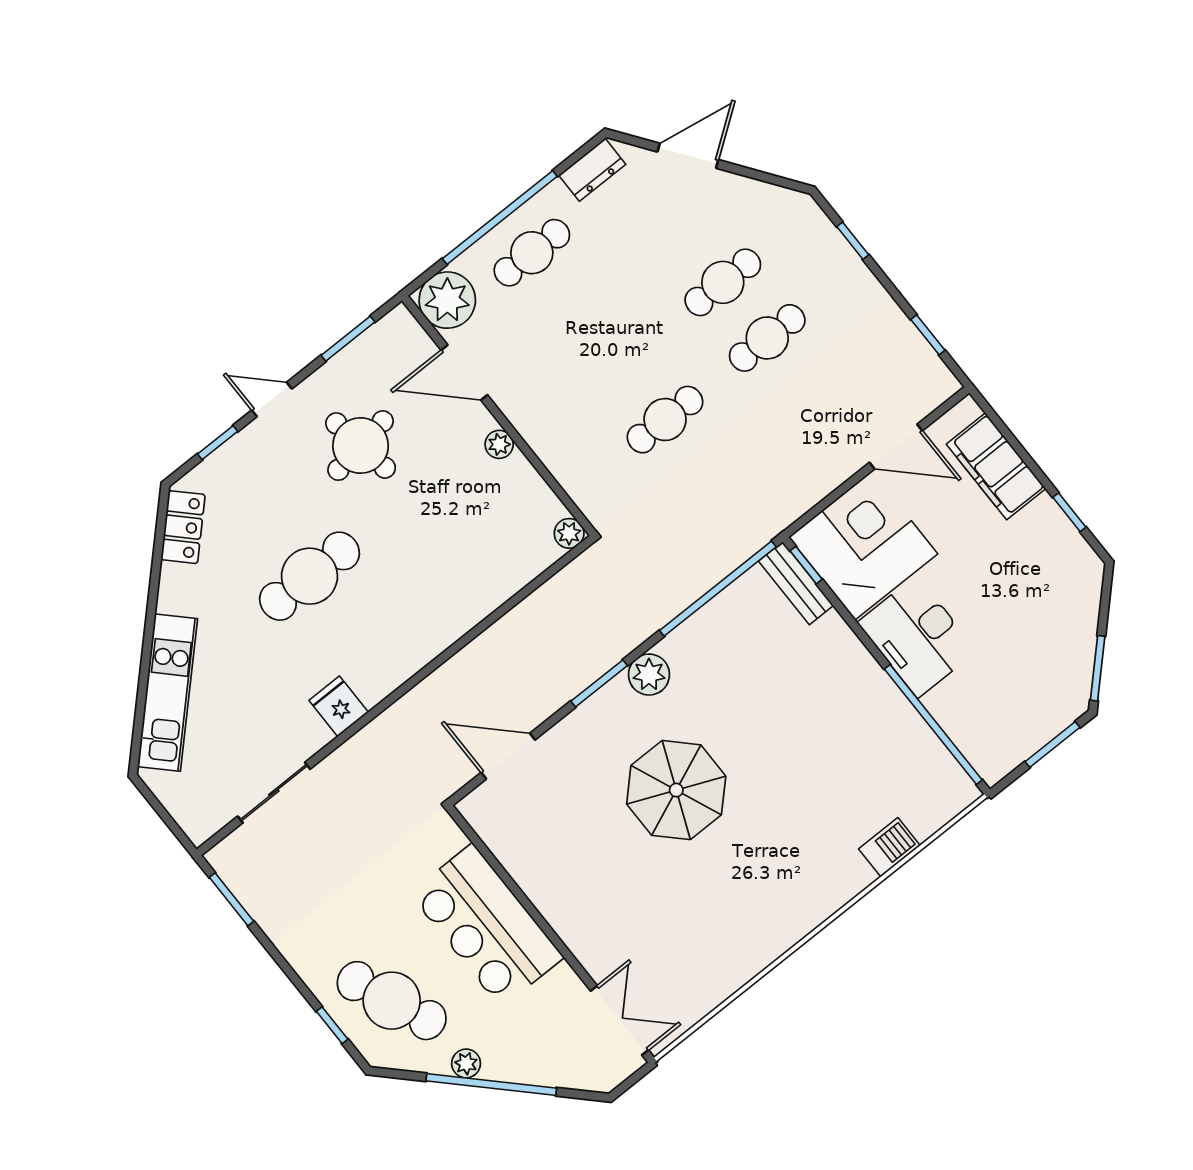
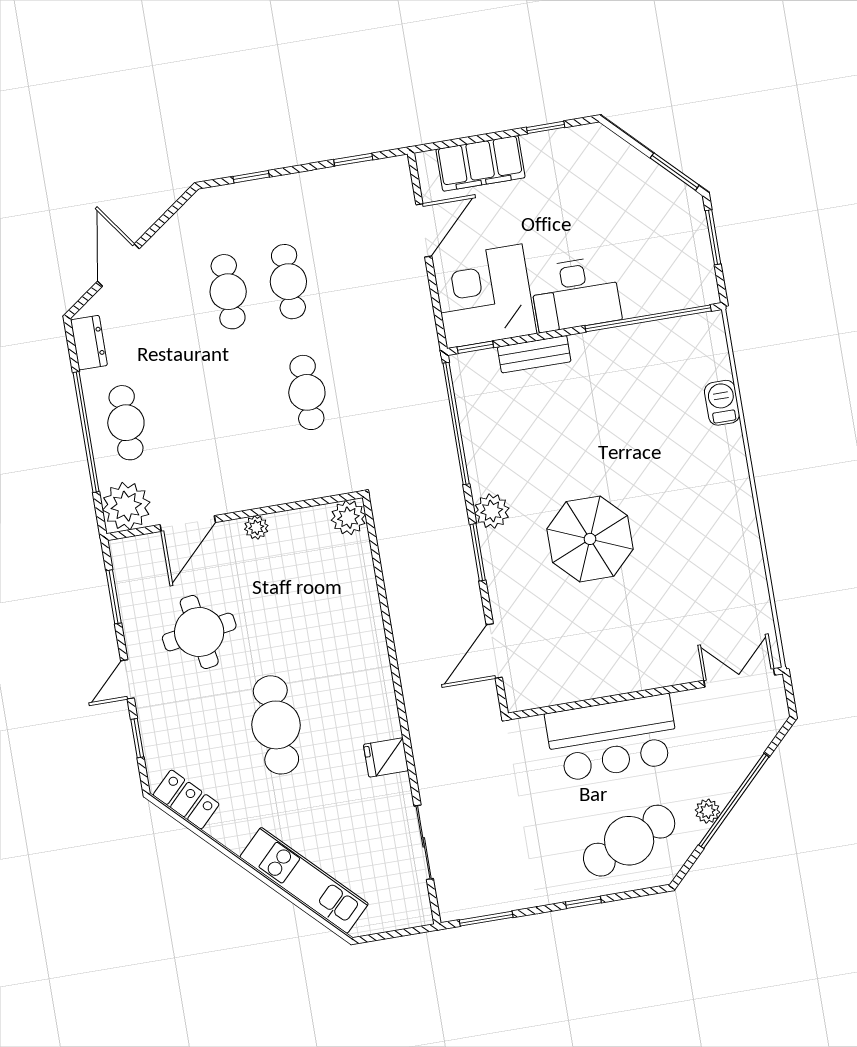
plant: (569, 533) -> (348, 518), width x1.38, depth x1.38
bench: (796, 583) -> (534, 354), moved
window: (332, 1025) -> (583, 902), moved

